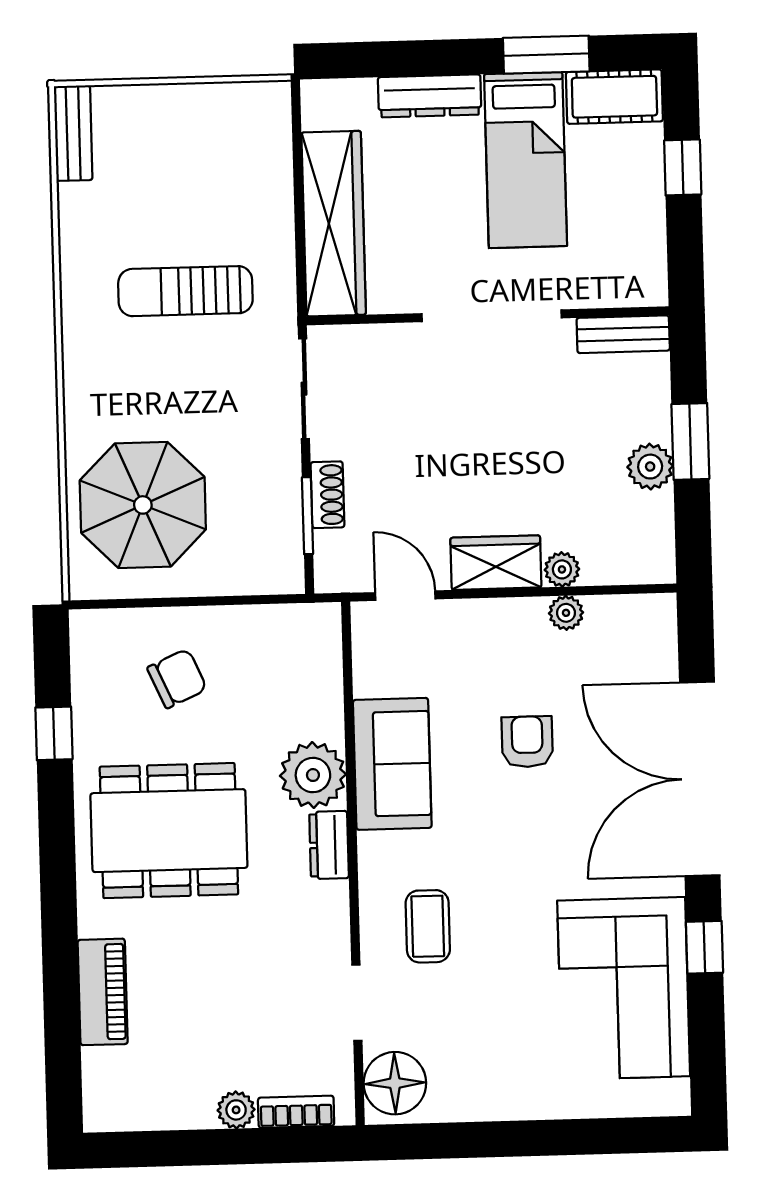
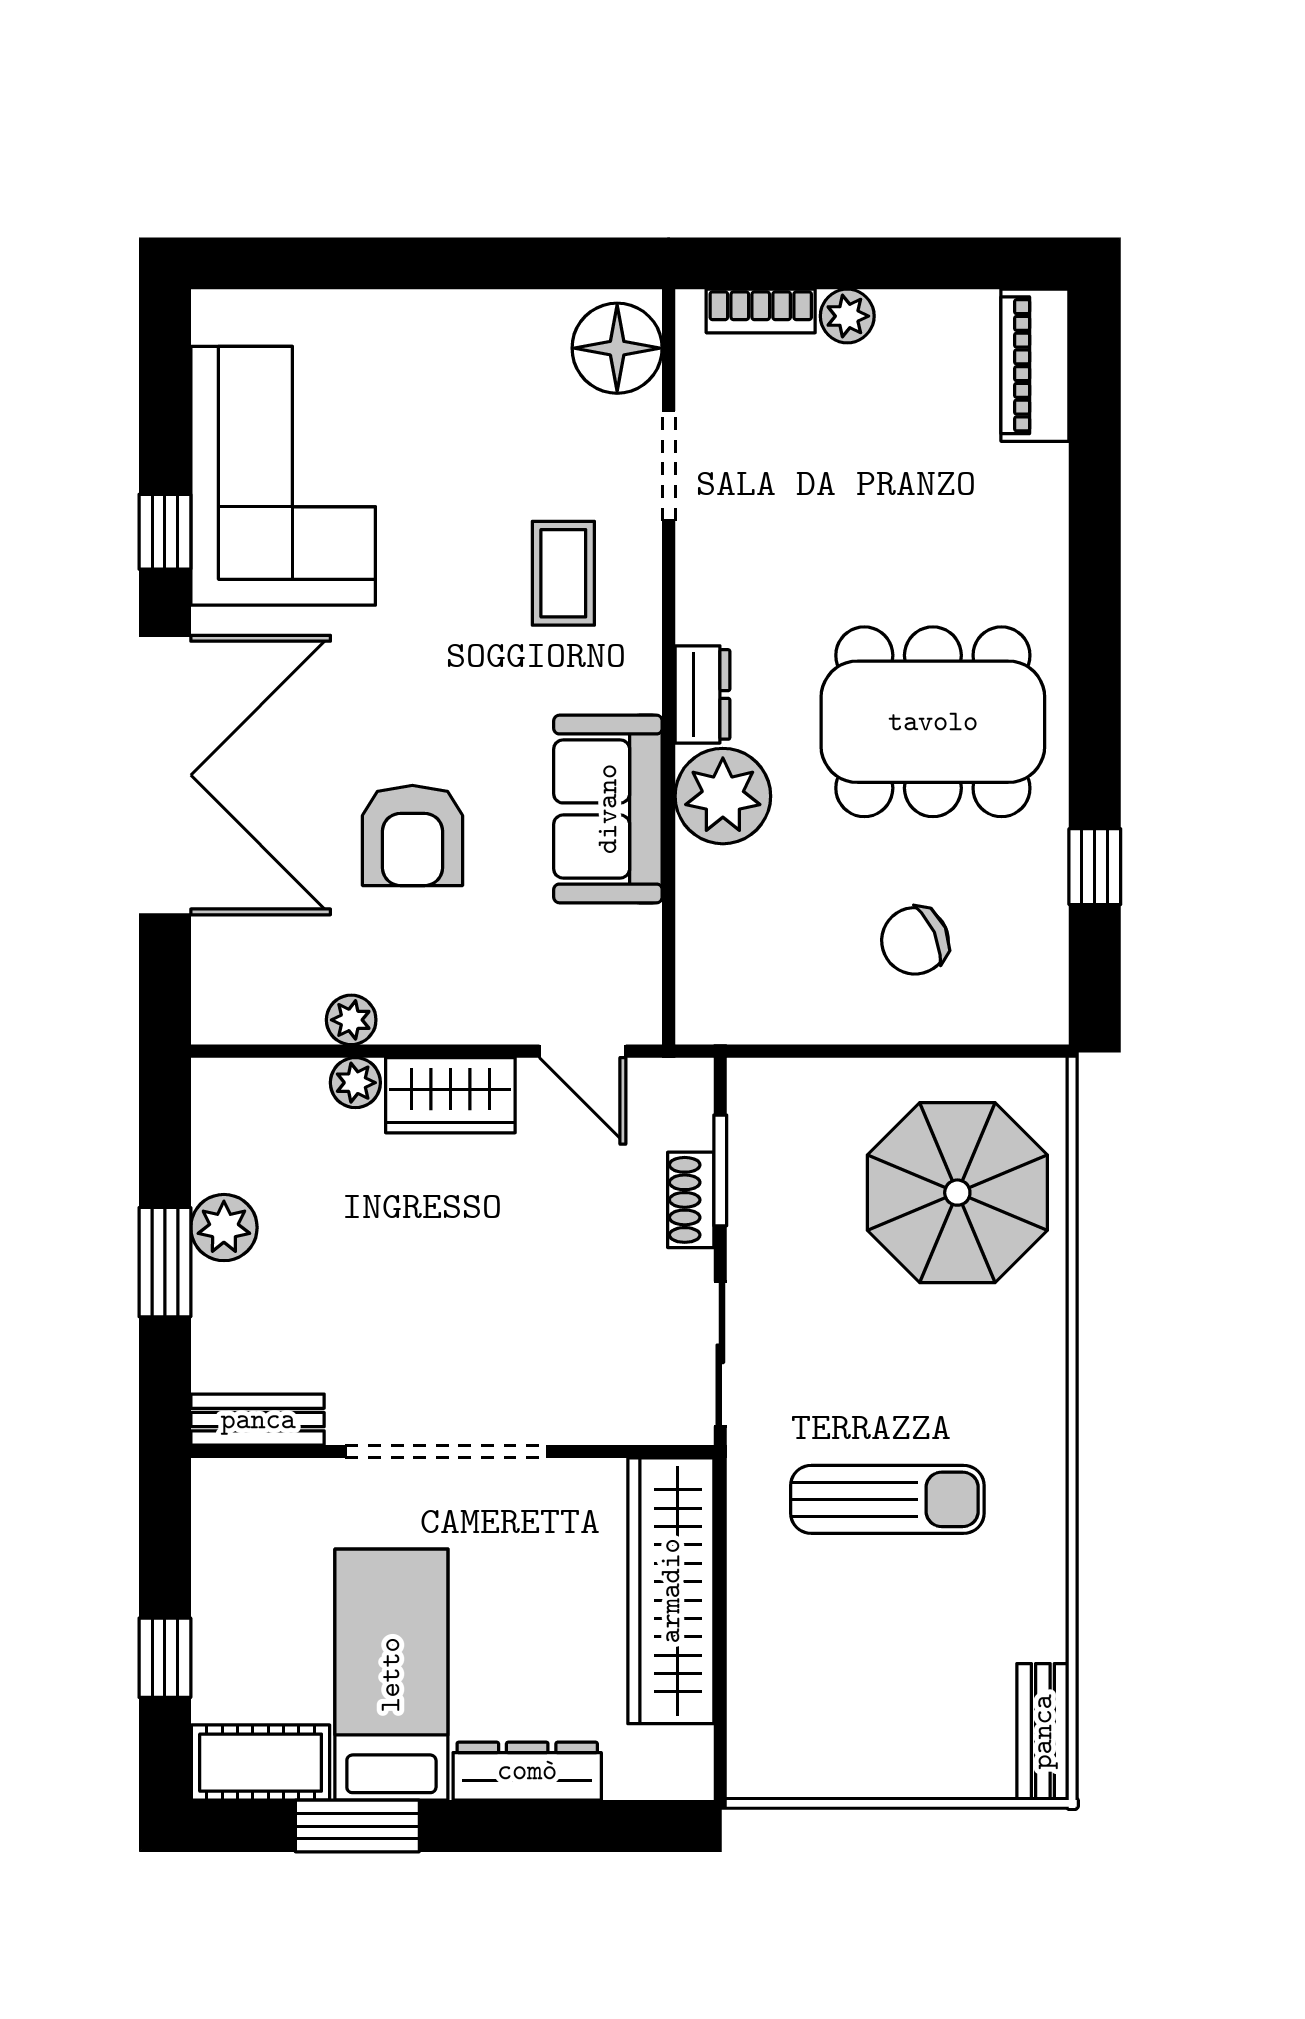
armchair: (527, 742) -> (412, 835), width x1.38, depth x1.38
piano: (103, 992) -> (1035, 365), moved

